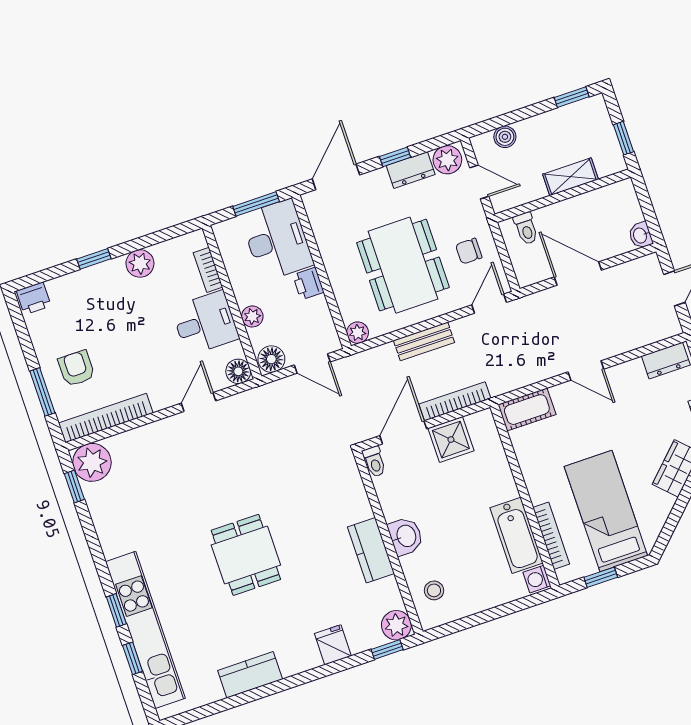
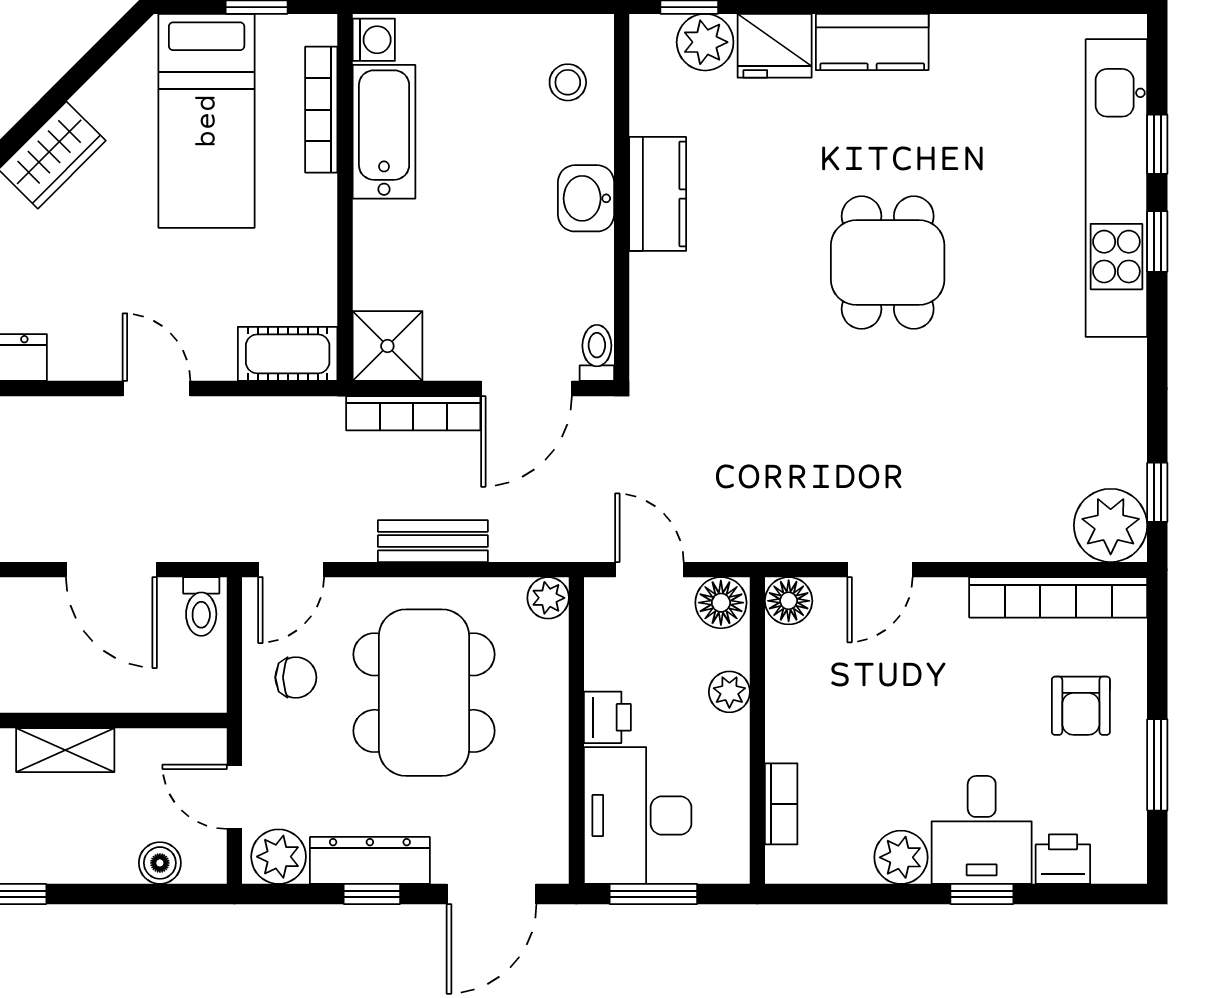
dresser: (411, 170) -> (370, 860), width x1.44
toilet: (526, 228) -> (201, 607), moved, turned 180
printer: (34, 298) -> (1063, 859), moved
desk: (205, 323) -> (982, 830), moved, turned -90
window: (42, 392) -> (1157, 765), moved
shower: (451, 440) -> (387, 346), moved
plant: (396, 625) -> (705, 42), moved
fridge: (333, 645) -> (775, 46), width x1.38
kitchen counter: (250, 675) -> (872, 42), moved

